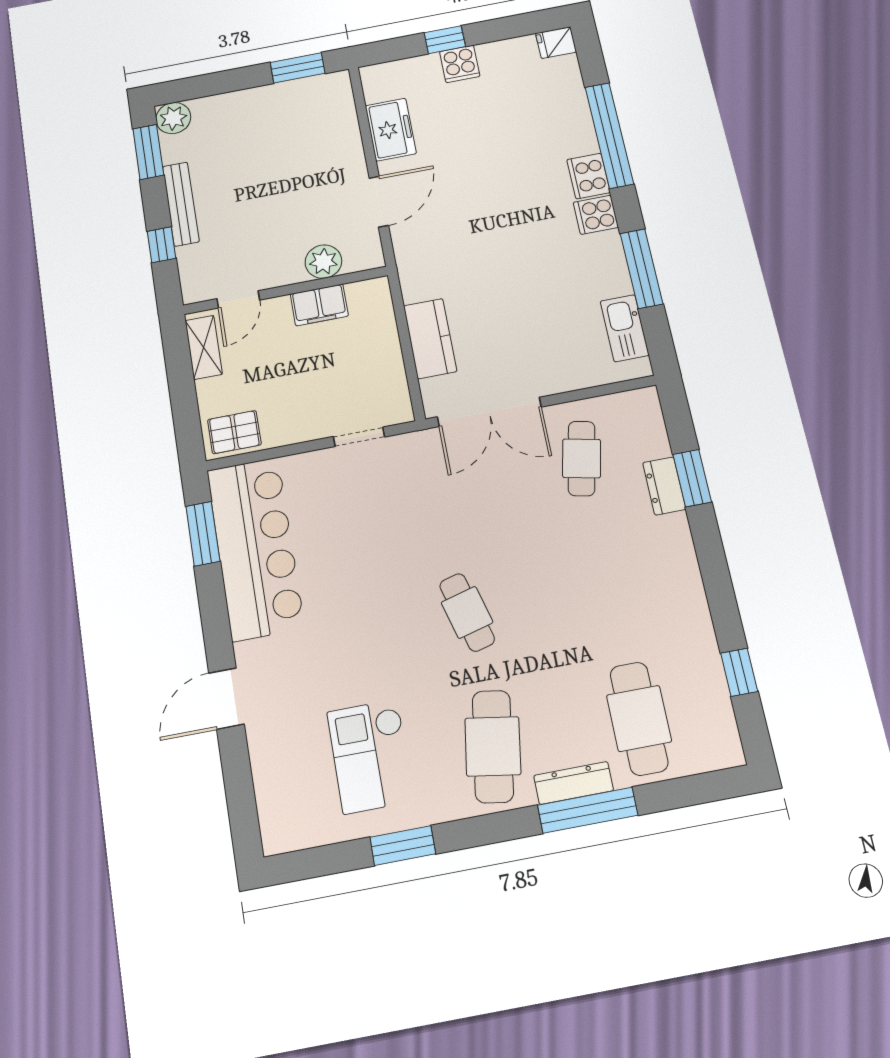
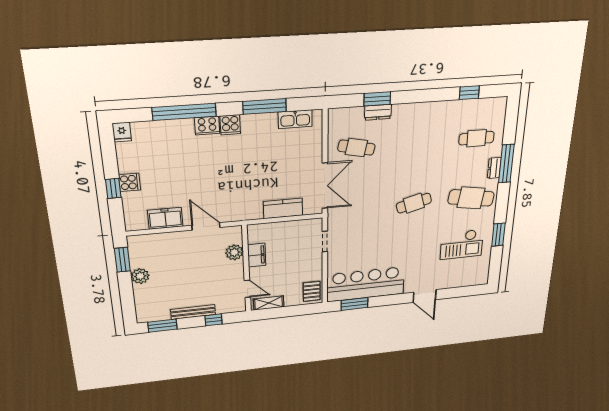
plant: (173, 118) -> (140, 276), moved
cafe table: (639, 718) -> (477, 138), width x0.73, depth x0.74
dresser: (574, 783) -> (494, 168), width x0.70

